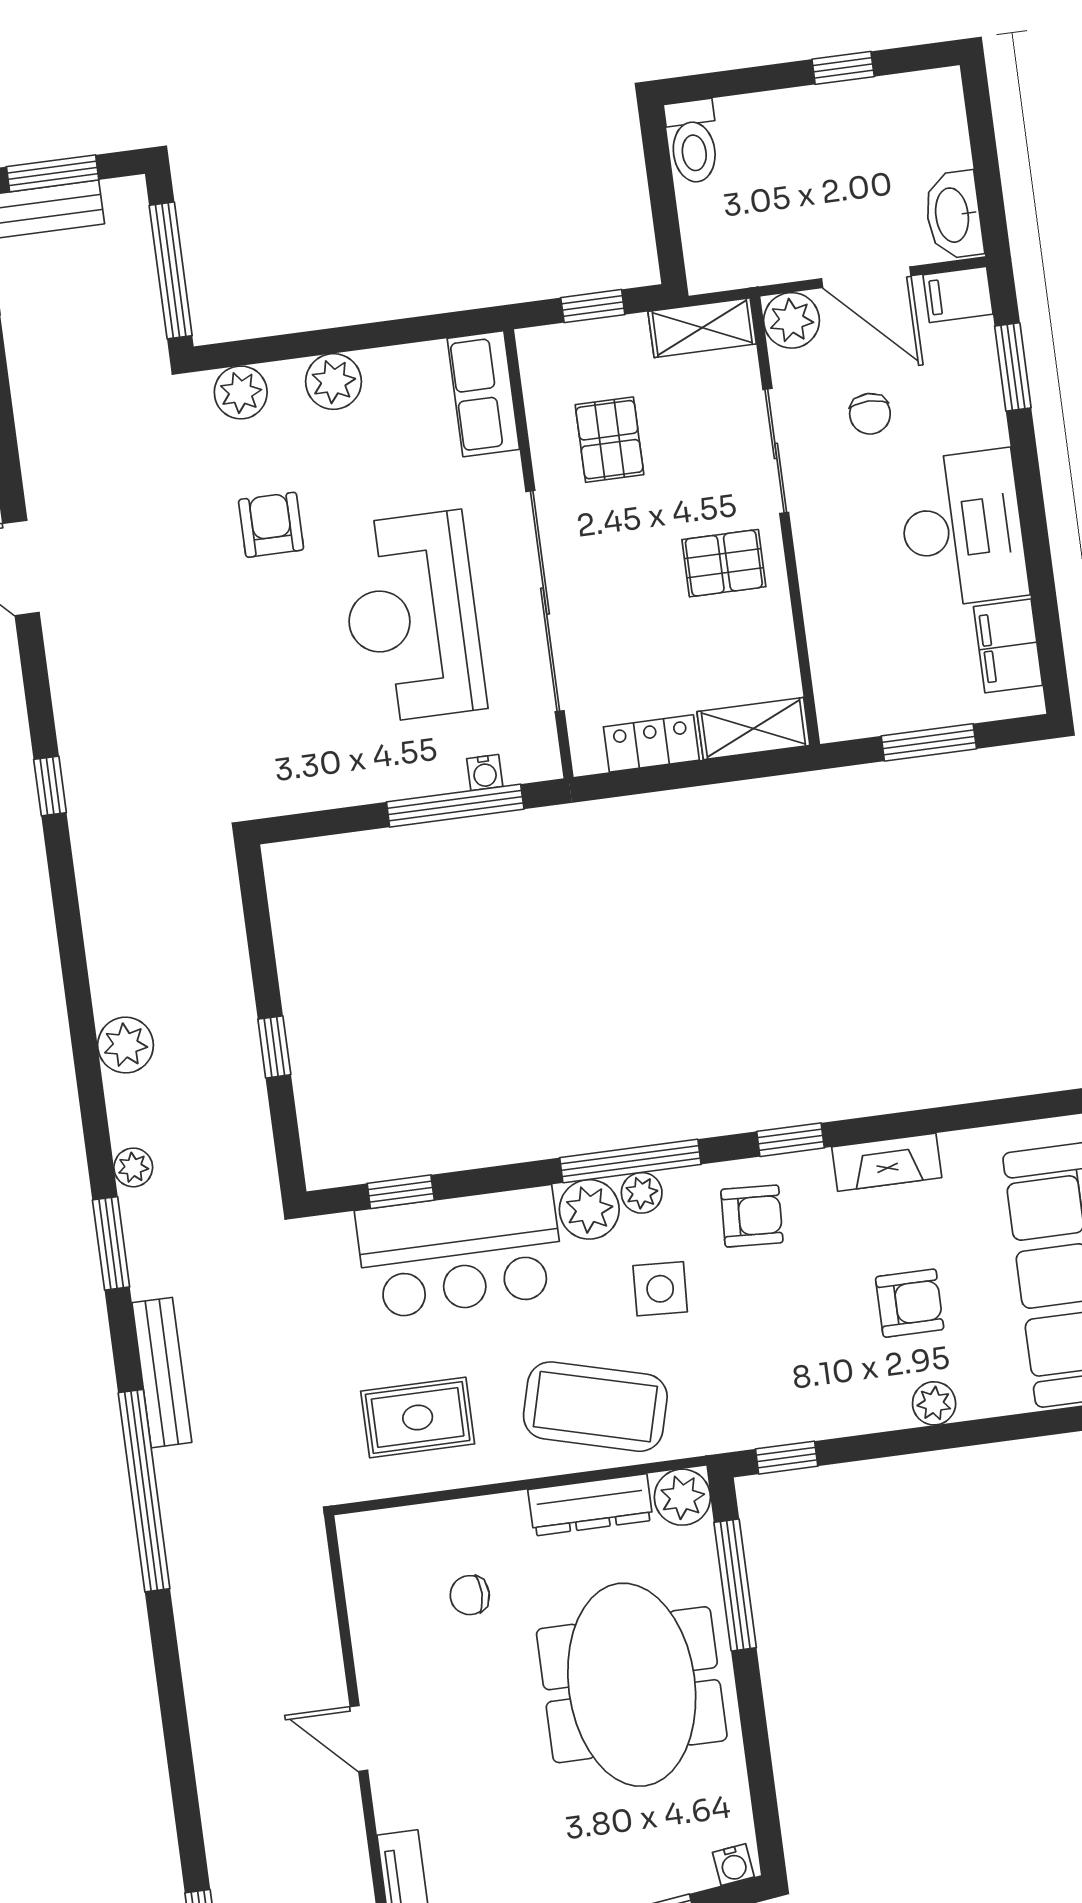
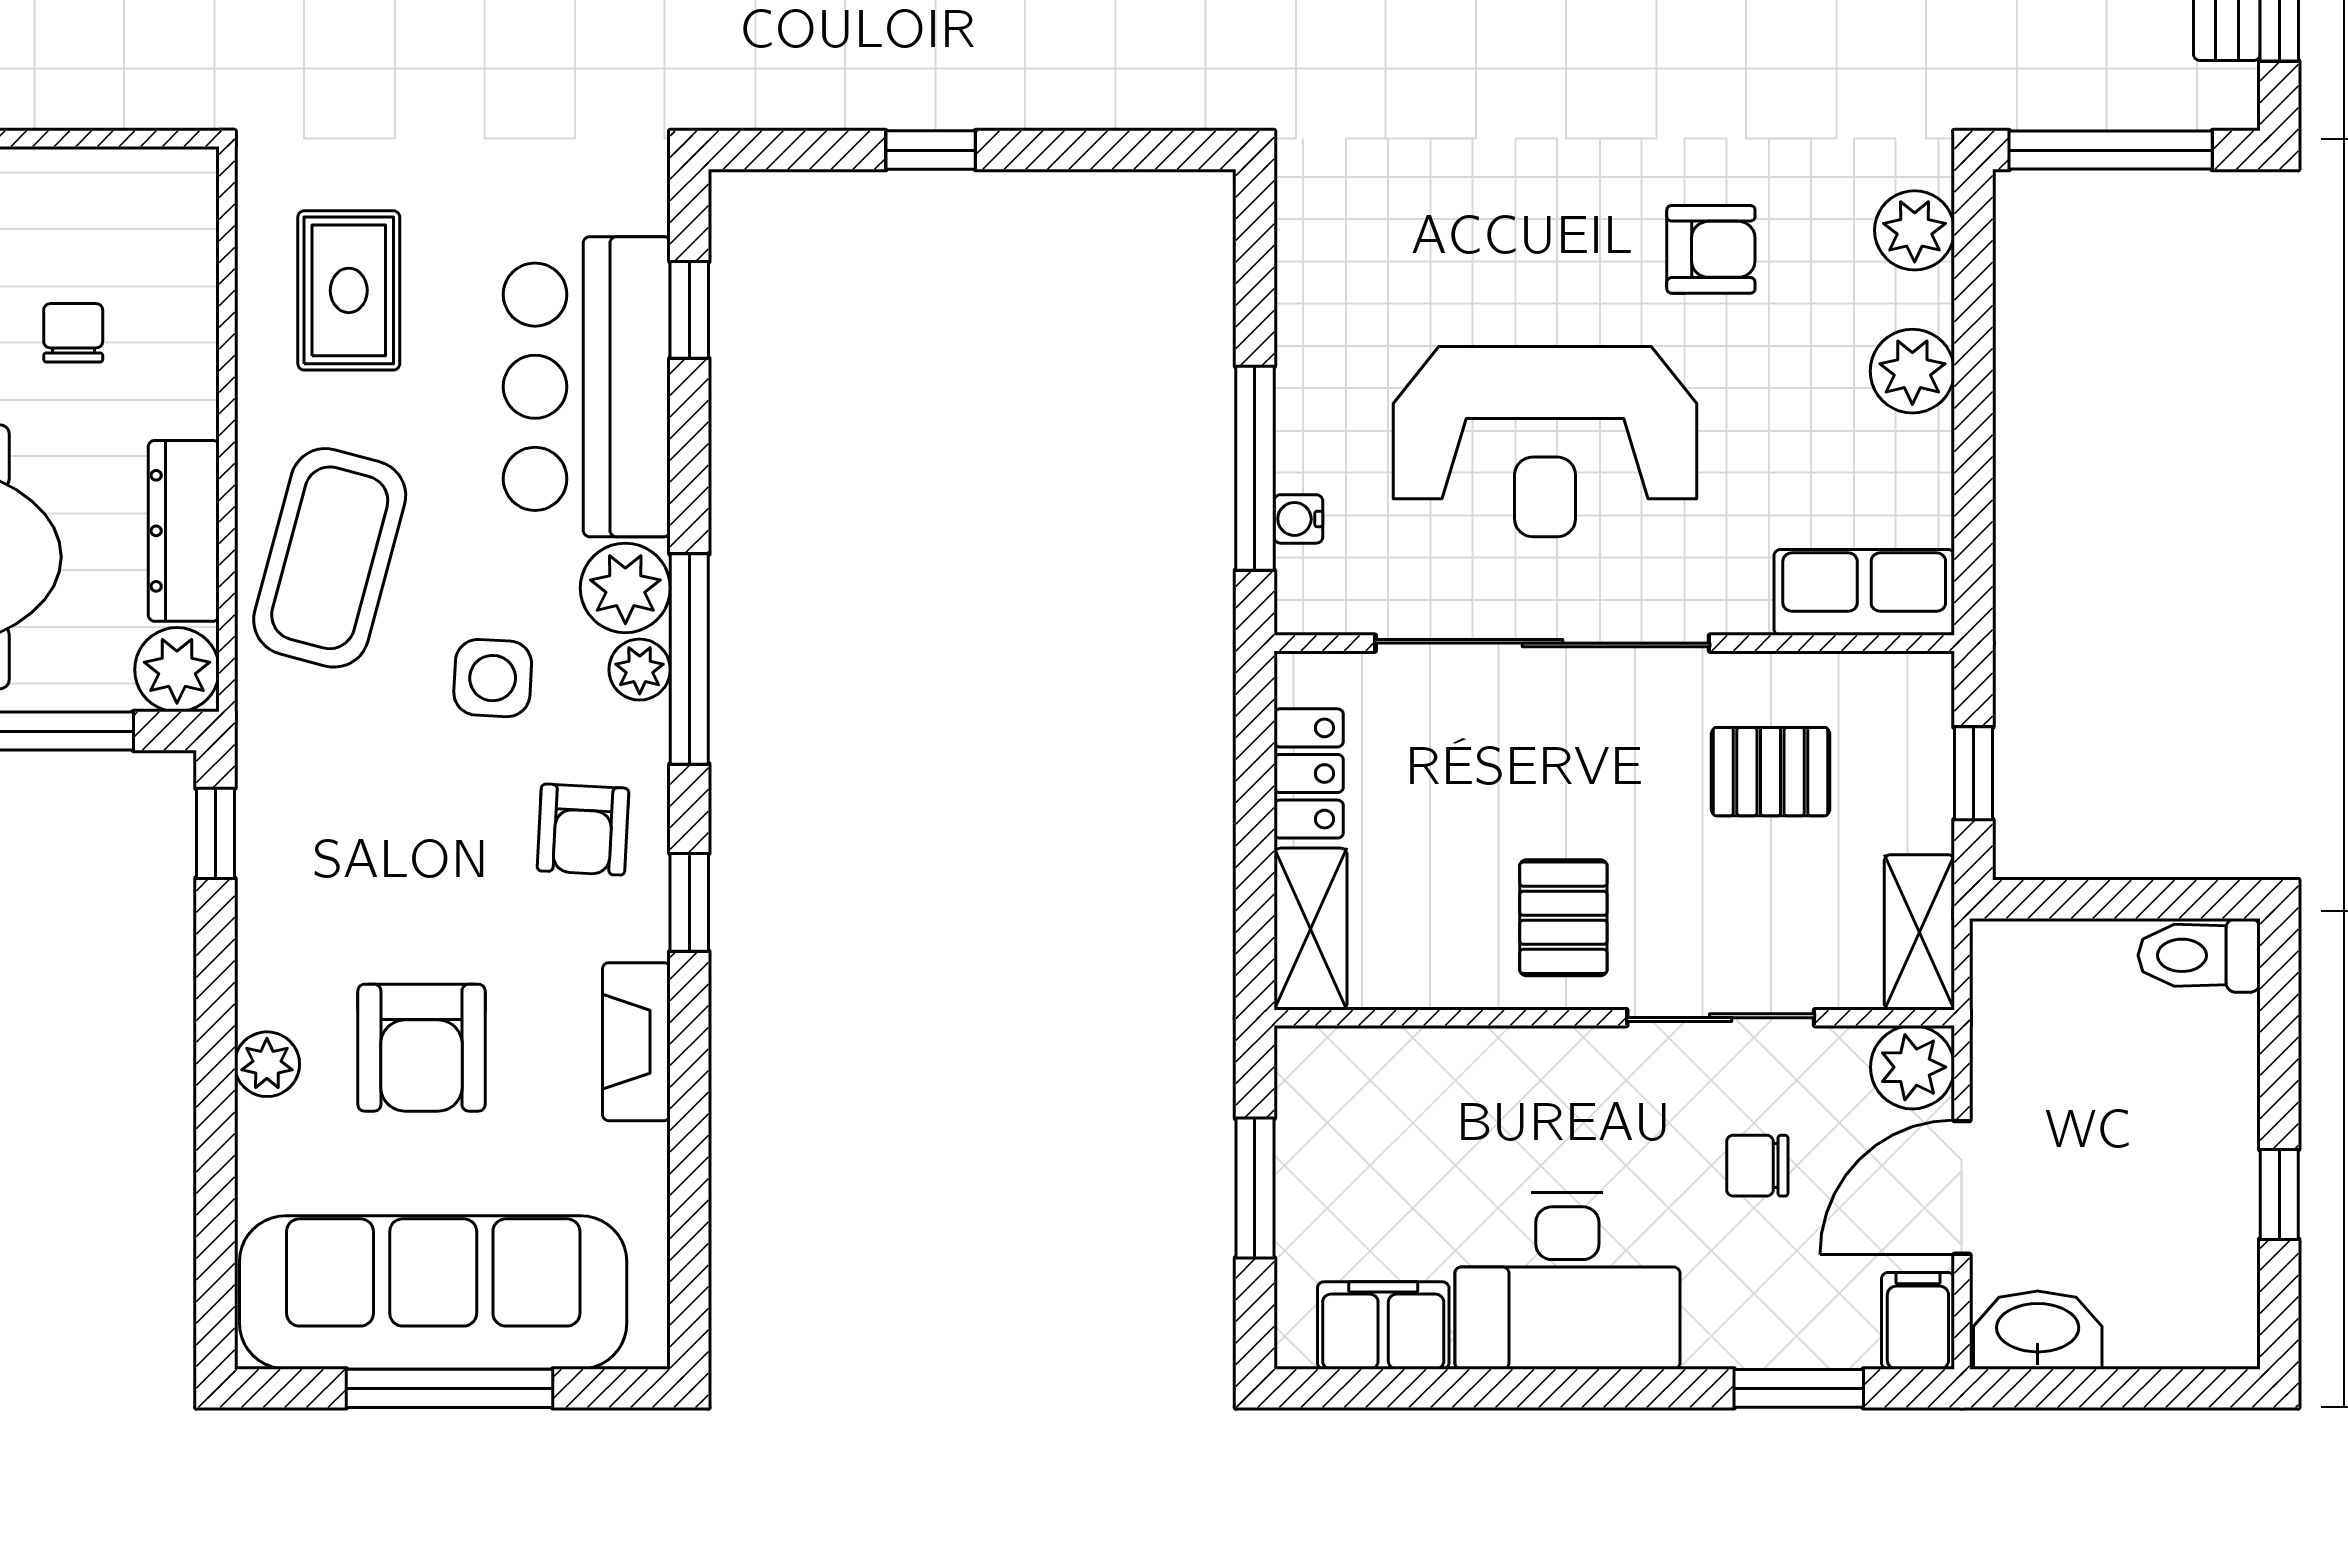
reception desk: (412, 617) -> (1545, 442), turned 180
armchair: (910, 1303) -> (421, 1048), width x1.38, depth x1.38

